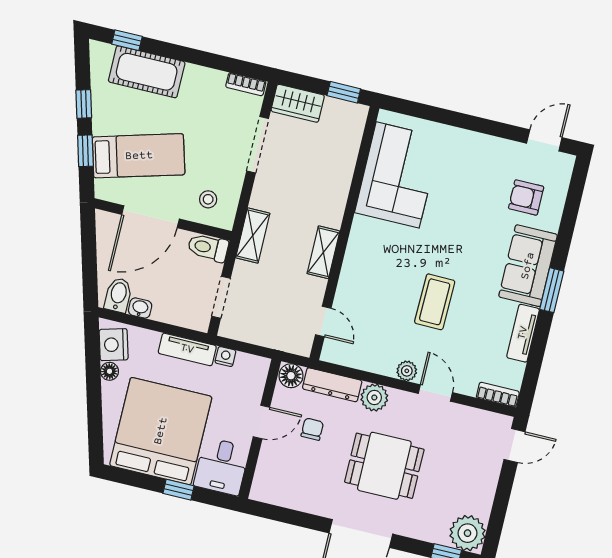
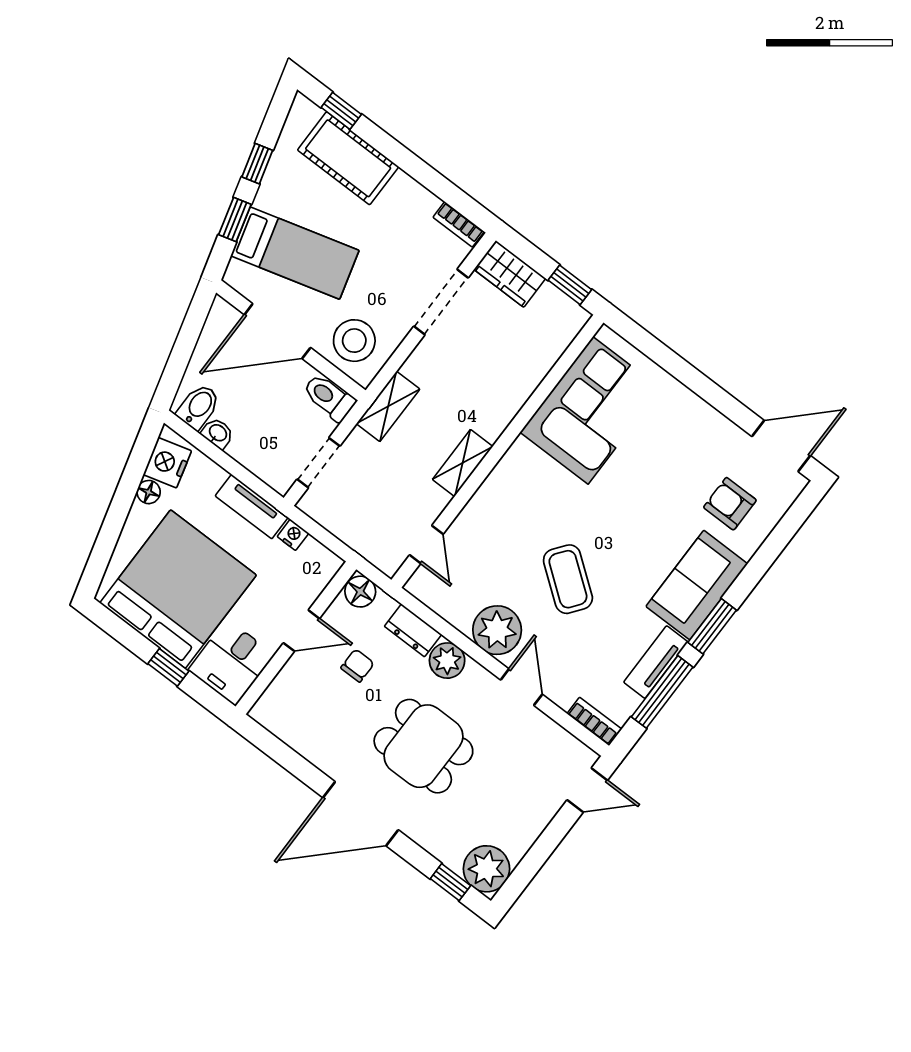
door: (544, 140) -> (781, 446), width x1.38
stool: (208, 199) -> (354, 341), width x1.89, depth x1.89
coffee table: (435, 302) -> (568, 579), turned -54
window: (537, 352) -> (662, 692), added
plant: (407, 371) -> (497, 630), width x1.87, depth x1.87
dresser: (332, 385) -> (413, 630), width x0.70

